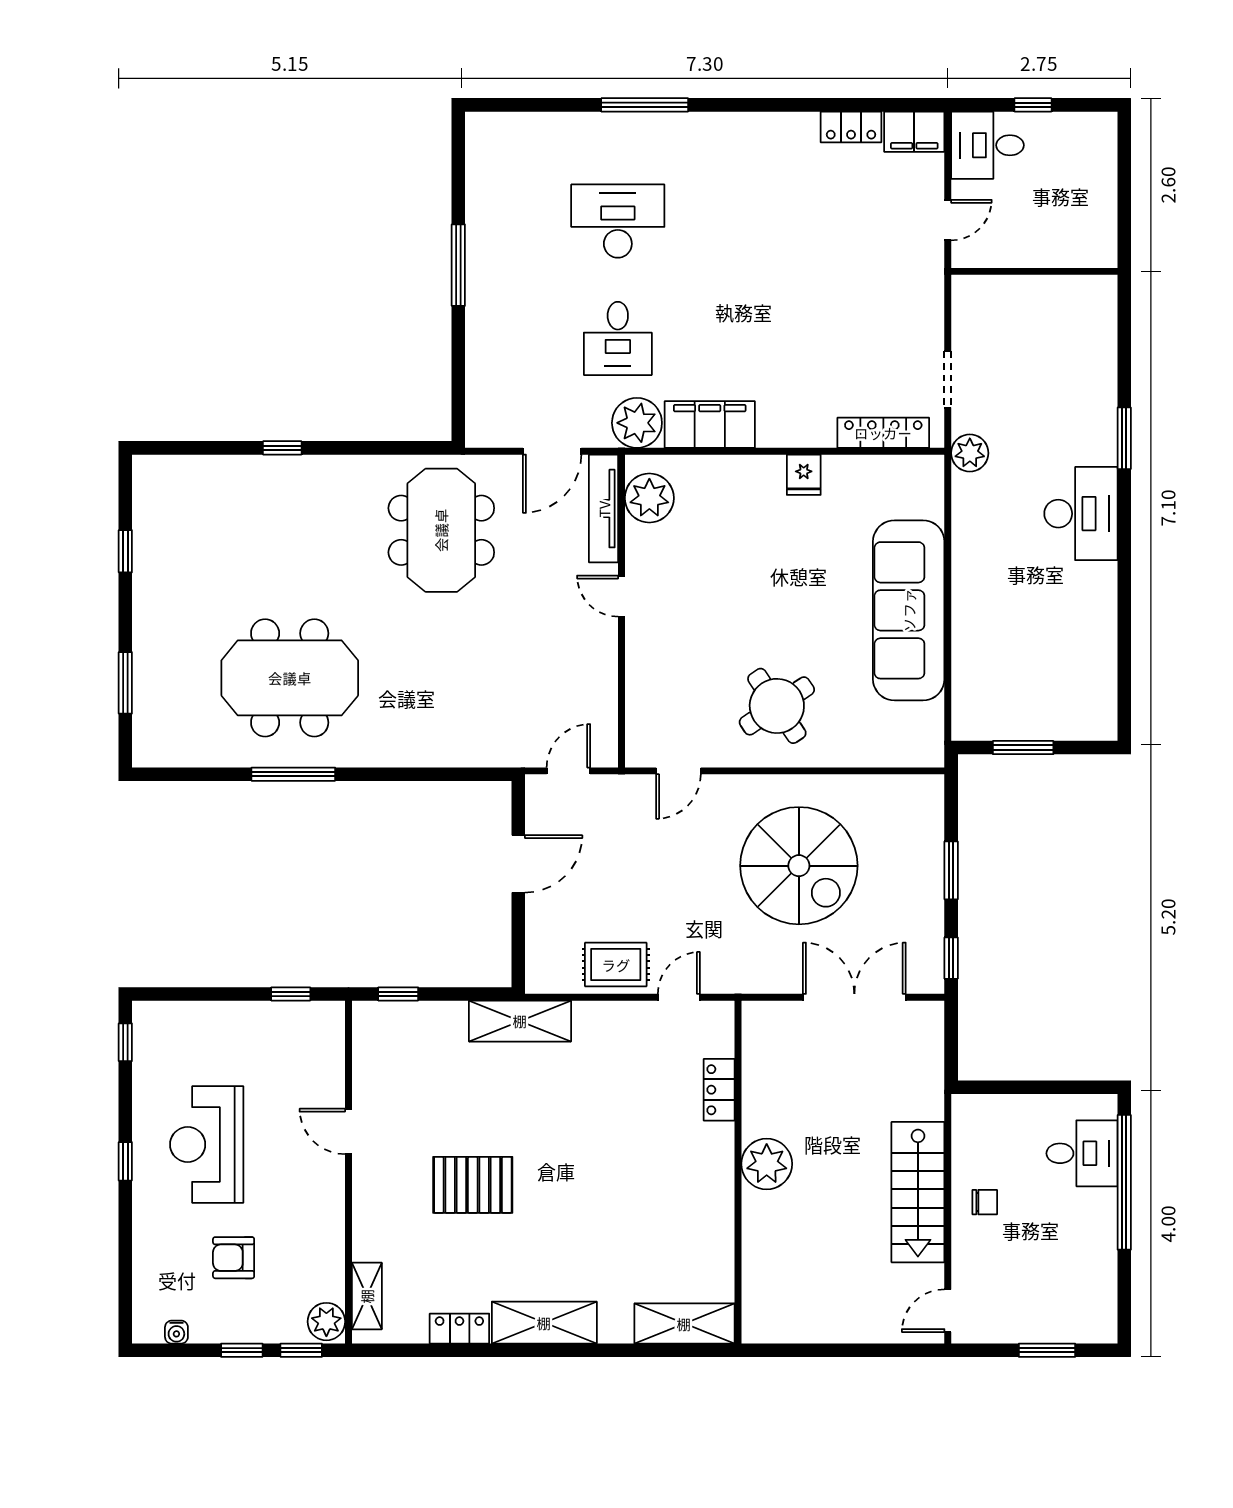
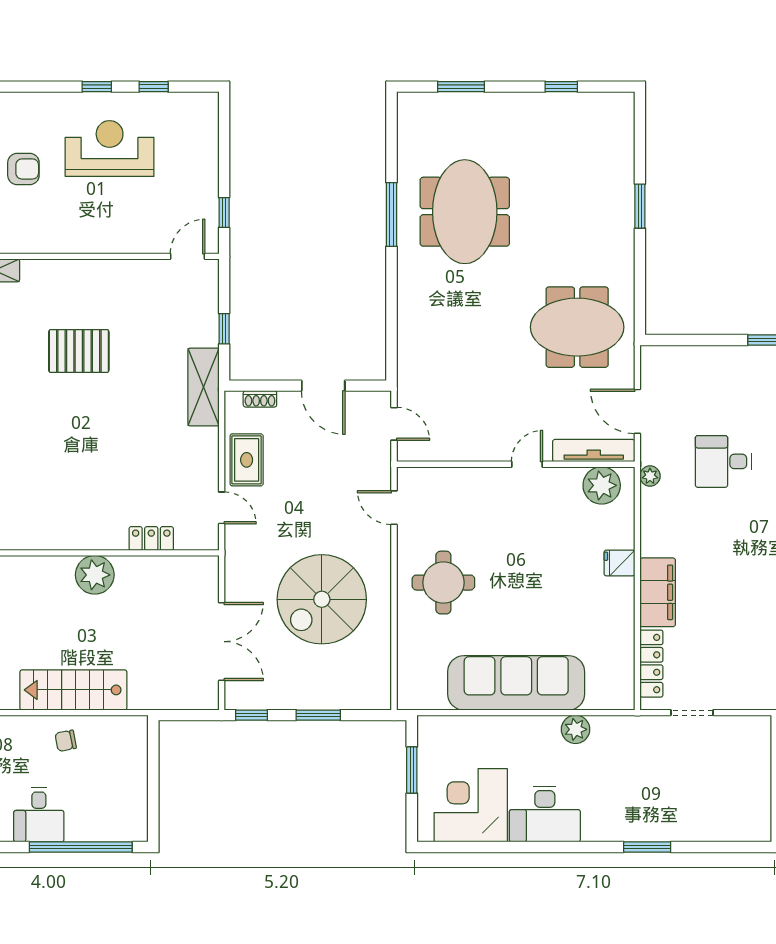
plant: (637, 423) -> (650, 476), width x0.53, depth x0.53
filing cabinet: (710, 424) -> (658, 592), moved
window: (282, 448) -> (640, 206), width x1.50
plant: (970, 453) -> (576, 729), moved
fridge: (804, 475) -> (619, 563), moved
desk: (1081, 514) -> (545, 814), moved
corner desk: (1069, 670) -> (471, 805), added
round table: (777, 706) -> (443, 583), turned 34
shoe rack: (536, 947) -> (260, 399), added
window: (398, 994) -> (224, 329), moved
window: (125, 1042) -> (154, 87), moved
door: (348, 1131) -> (188, 256), moved
desk: (1082, 1153) -> (39, 815), moved
pallet: (473, 1185) -> (79, 351), turned 90
chair: (985, 1202) -> (66, 741), turned 79
armchair: (234, 1258) -> (23, 169), turned 90

